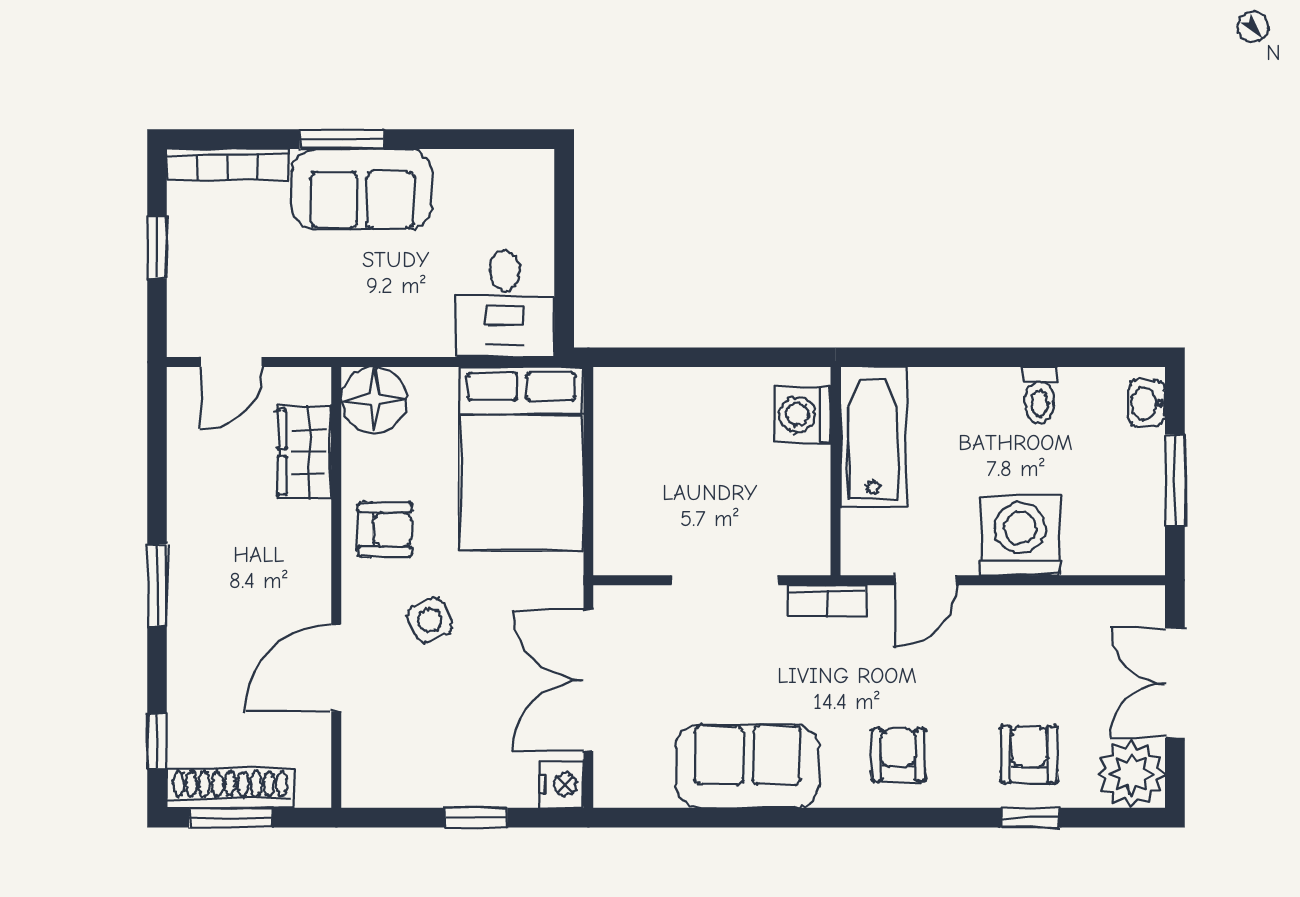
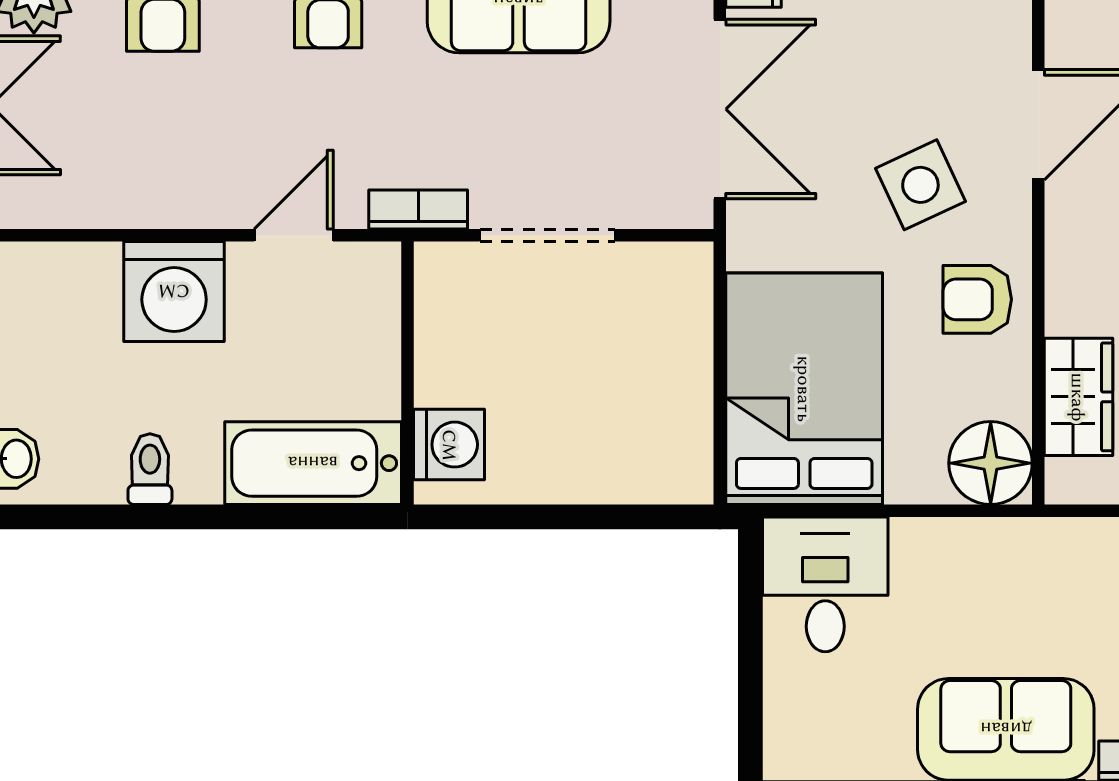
bathtub: (873, 437) -> (313, 463), moved, turned 90
side table: (430, 620) -> (920, 185), width x1.37, depth x1.37

